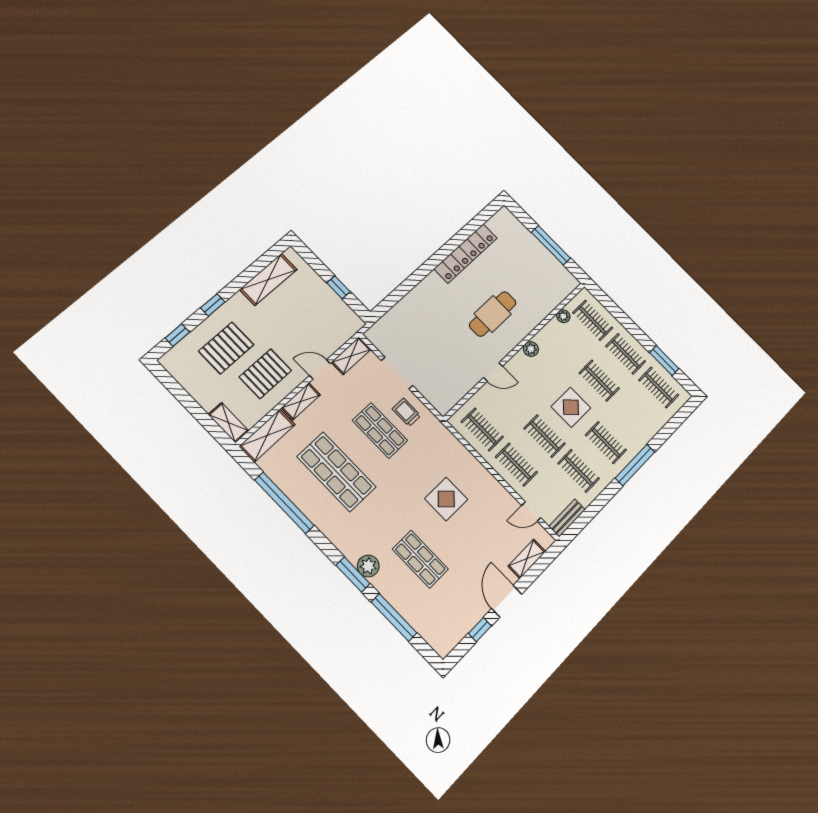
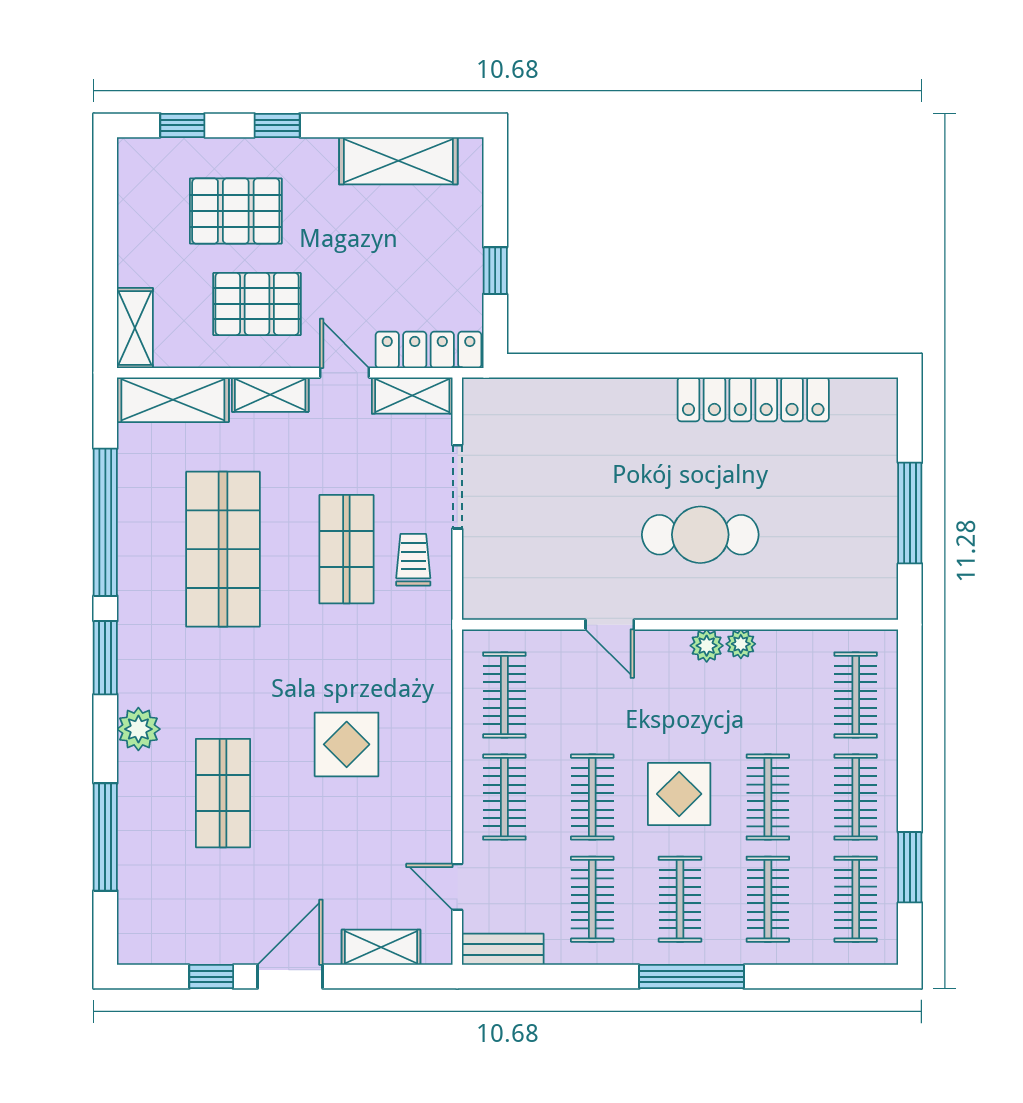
plant: (563, 316) -> (741, 644), moved
locker: (342, 335) -> (429, 350), added
clothes rail: (633, 415) -> (768, 899), added
window: (353, 574) -> (105, 658), moved

